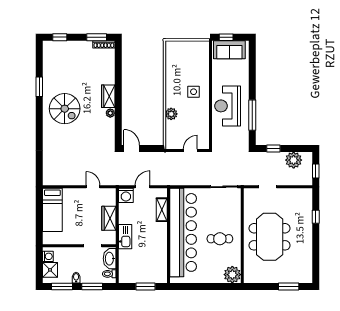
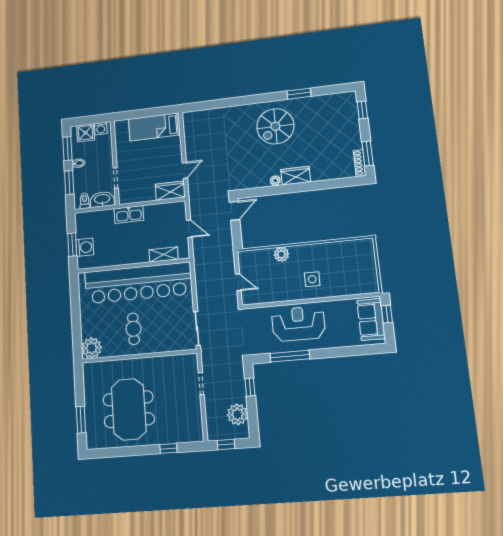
washing machine: (126, 195) -> (85, 247), moved, turned 180
wardrobe: (109, 218) -> (170, 191), moved
meeting table: (270, 237) -> (129, 409), moved, turned 90

